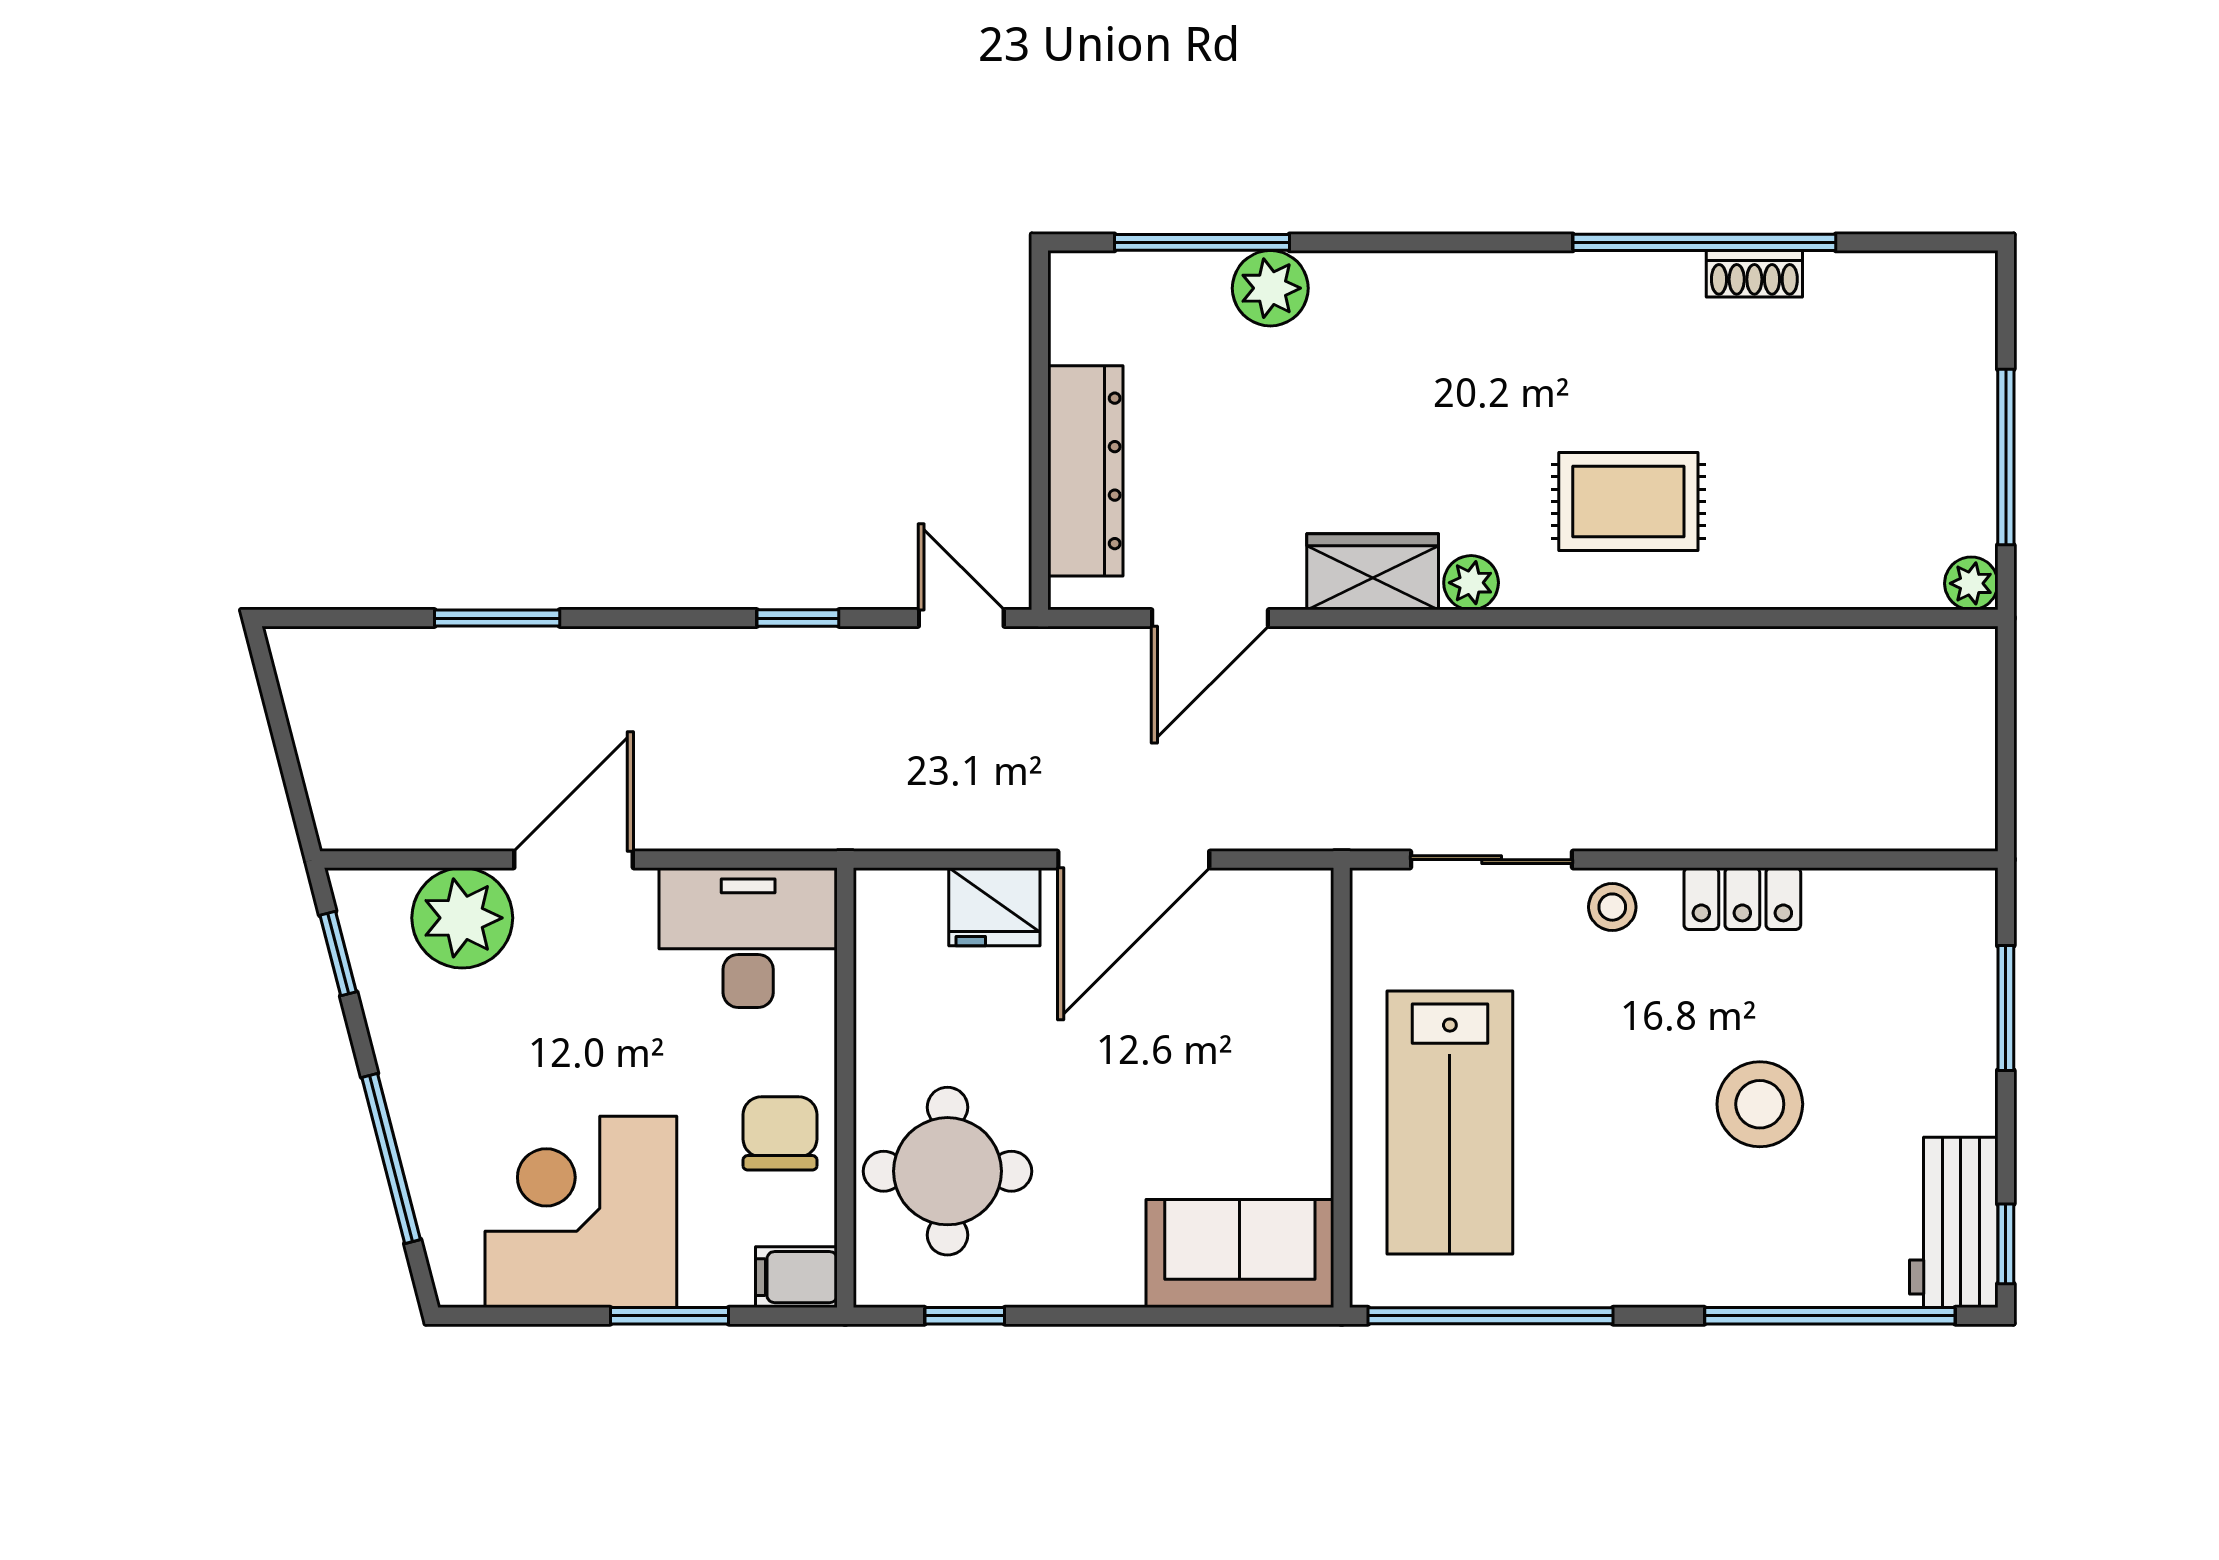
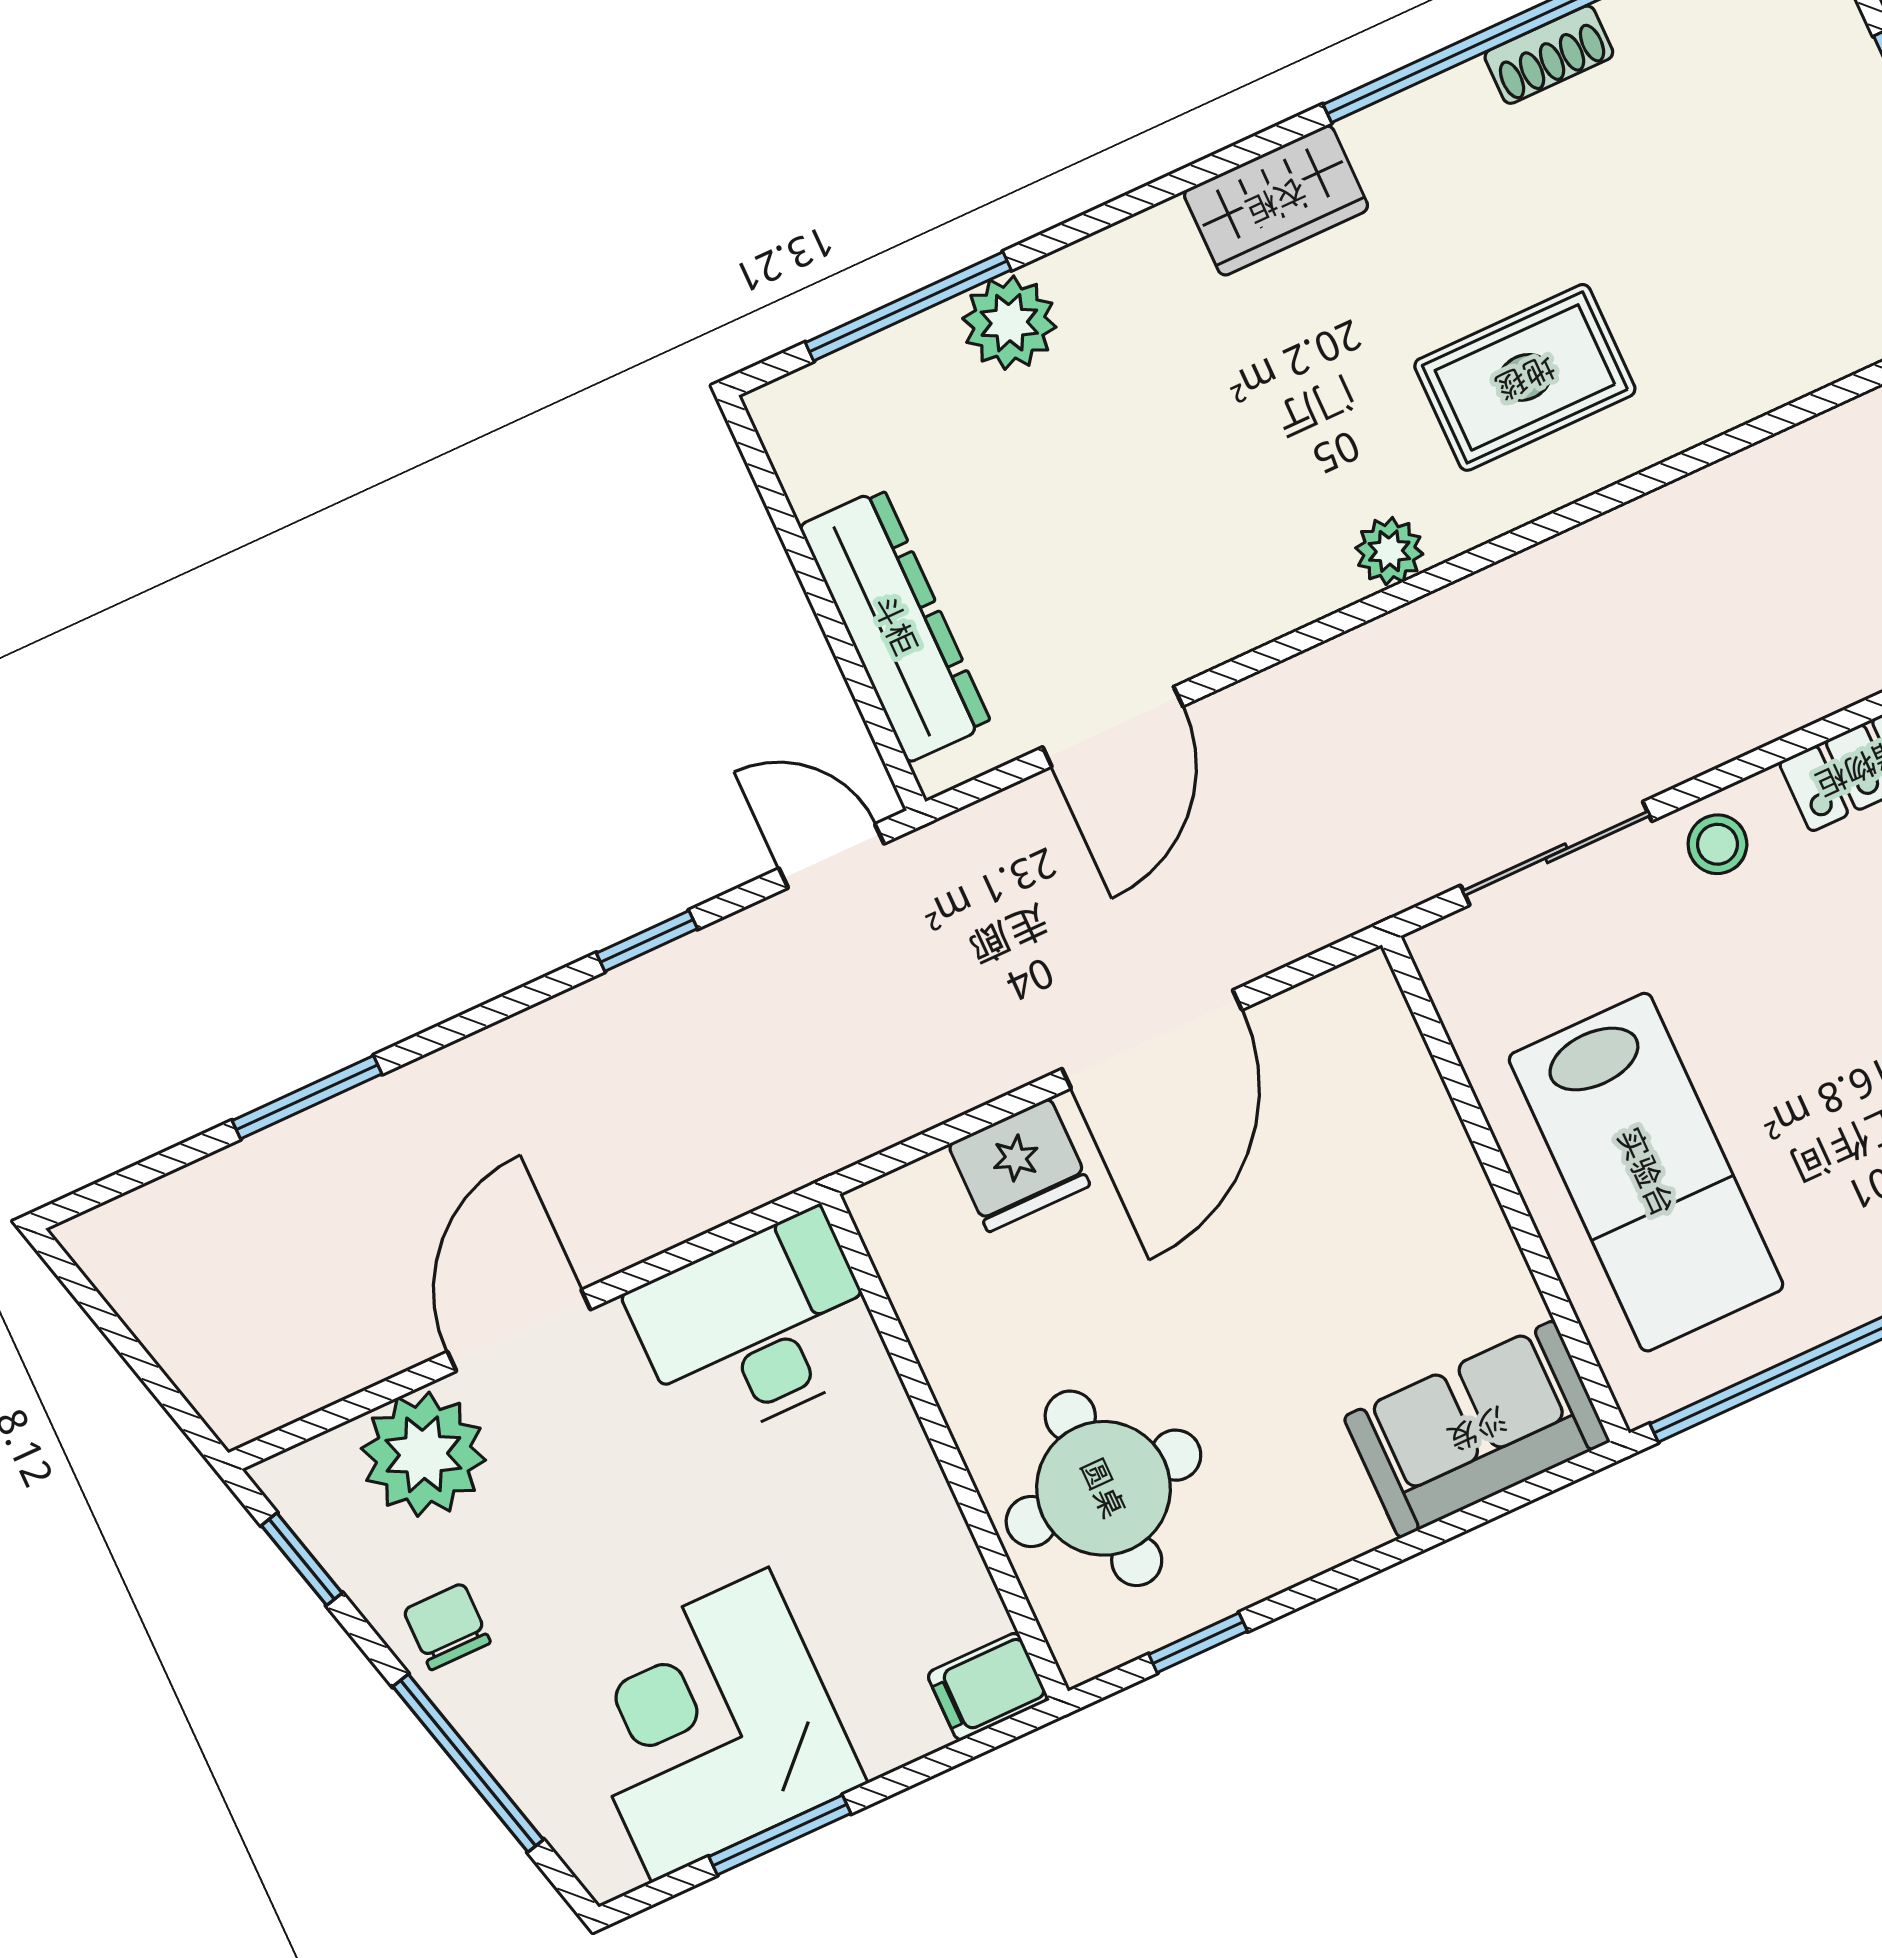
wardrobe: (1373, 572) -> (1276, 200), moved, turned 180
chair: (780, 1133) -> (447, 1626), moved, width x0.73, depth x0.73
window: (670, 1316) -> (780, 1835), moved

